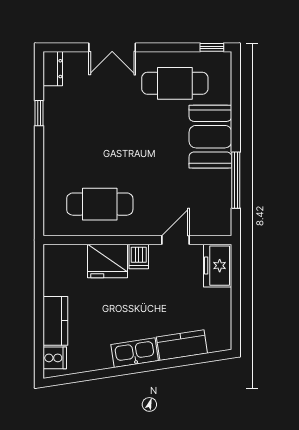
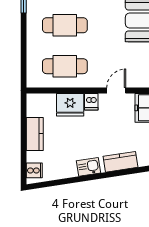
cafe table: (100, 144) -> (65, 25), added
kitchen counter: (55, 321) -> (35, 134), moved
kitchen sink: (135, 353) -> (88, 167), width x0.73

